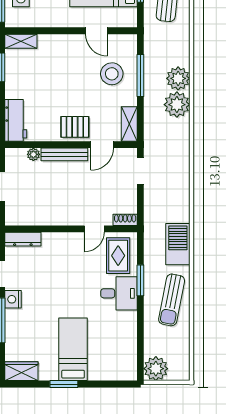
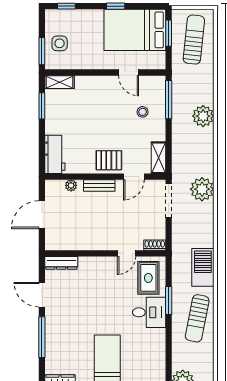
stool: (112, 74) -> (143, 112), width x0.53, depth x0.53
window: (140, 76) -> (169, 100), moved
plant: (177, 105) -> (202, 189), moved
bench: (64, 154) -> (99, 185), width x0.73
doorway: (140, 171) -> (169, 201), width x1.38
nightstand: (13, 299) -> (52, 318), removed

